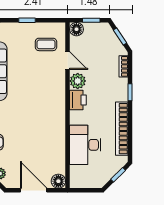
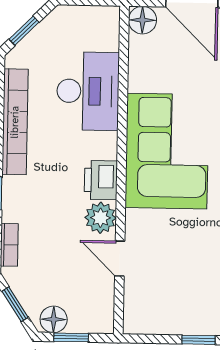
floor lamp: (76, 29) -> (54, 319), moved
coffee table: (46, 44) -> (162, 291), removed
corner sofa: (45, 115) -> (167, 151), added

